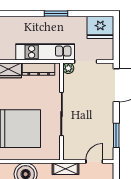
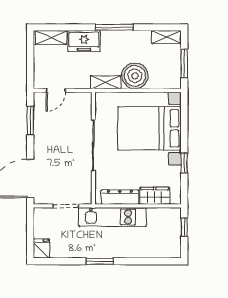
fridge: (100, 27) -> (41, 249), width x0.53, depth x0.75
plant: (68, 68) -> (86, 198), removed
shelving: (66, 169) -> (106, 82), moved

